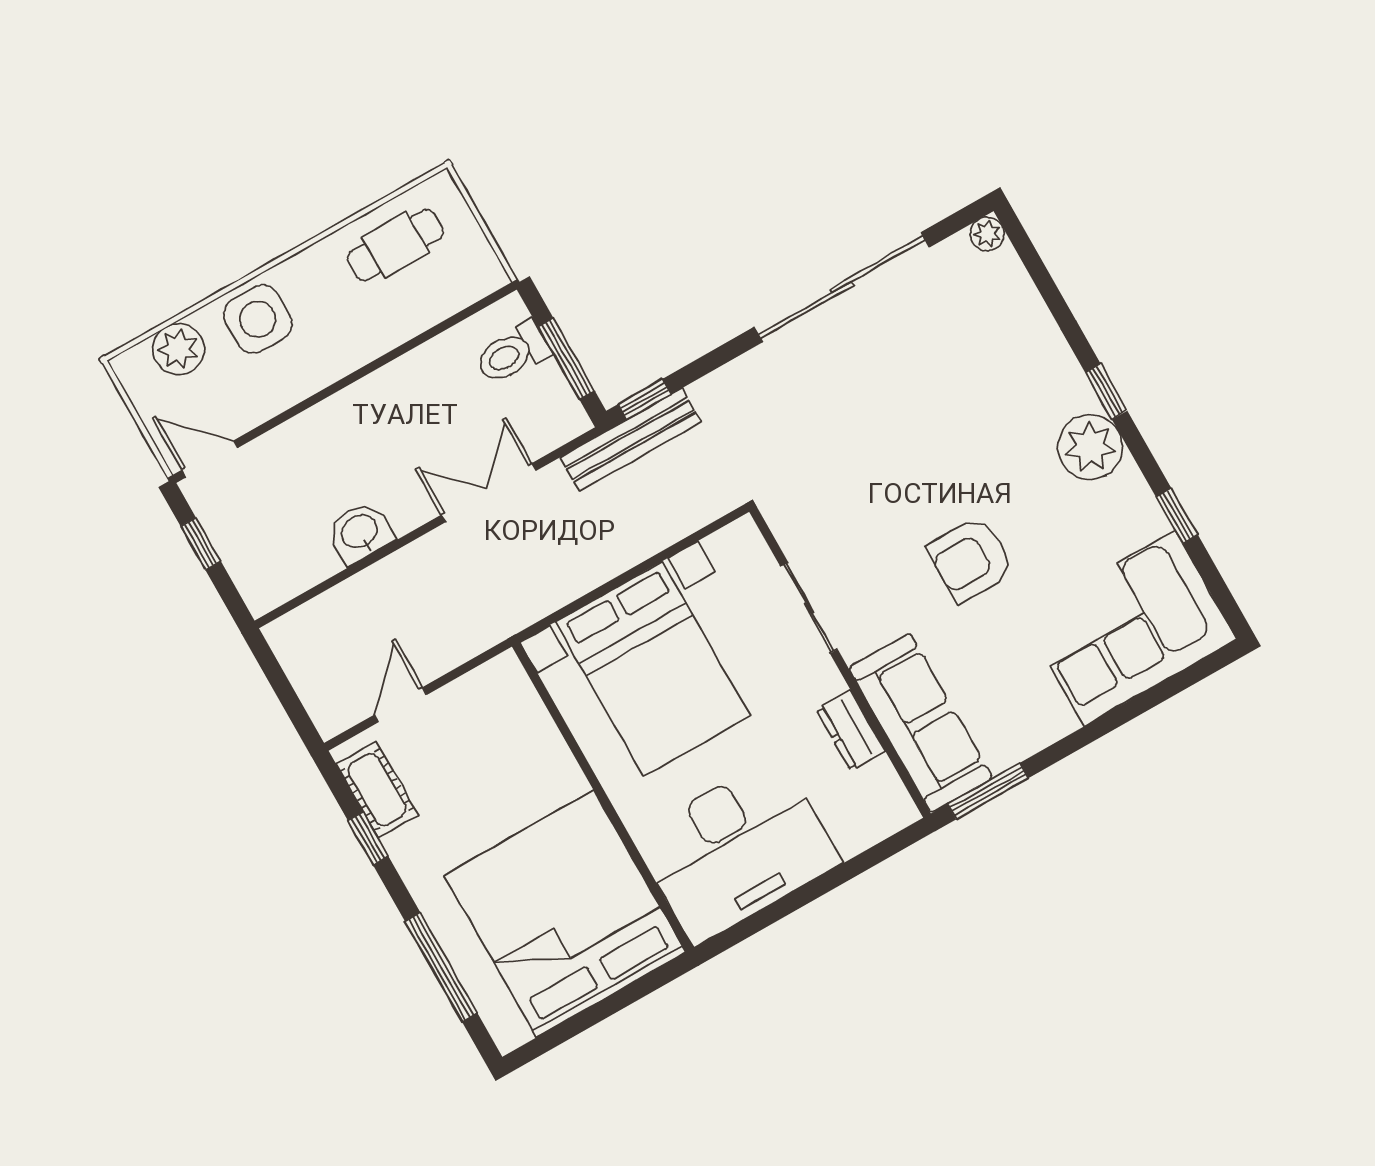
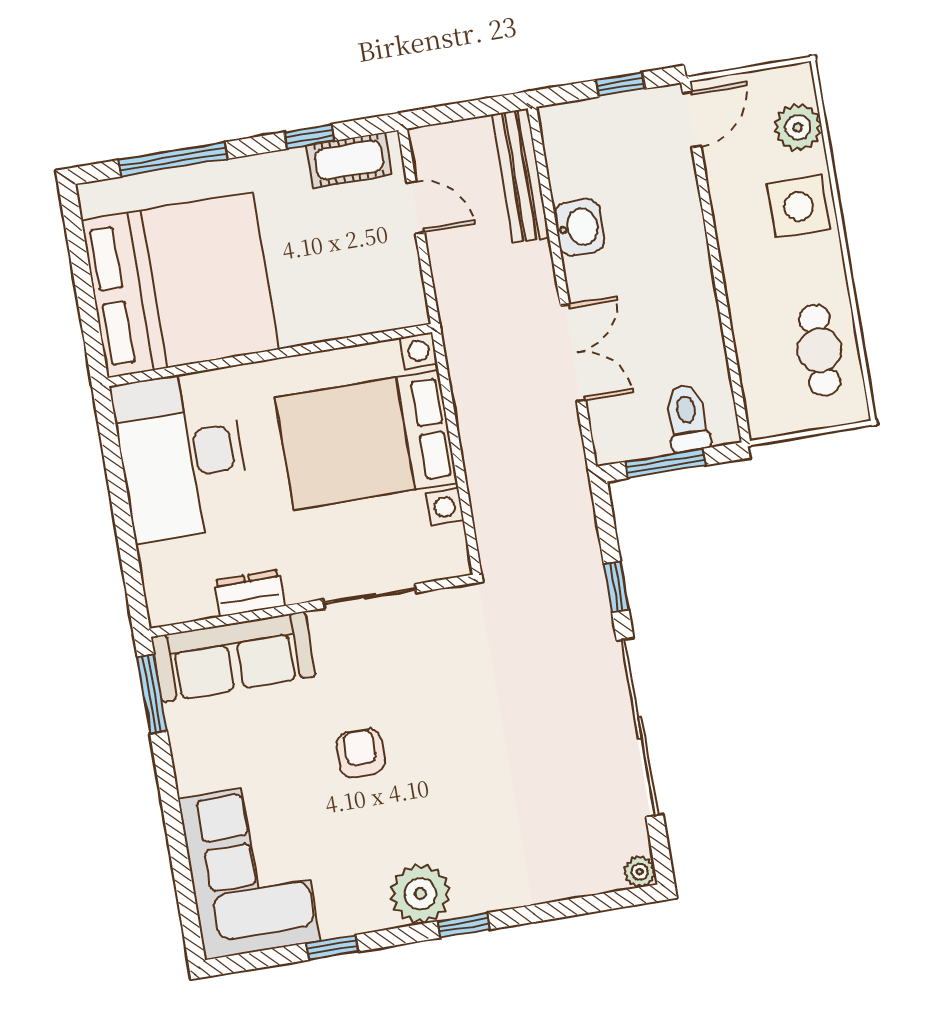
window: (645, 399) -> (616, 587), moved
bench: (631, 440) -> (521, 176), moved
armchair: (971, 559) -> (360, 753), width x0.72, depth x0.72

